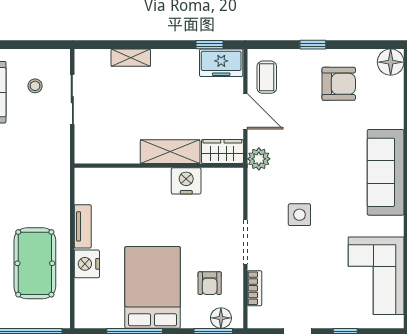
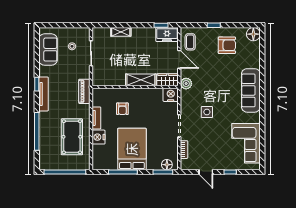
piano: (59, 174) -> (84, 91), added
nightstand: (186, 181) -> (171, 95), moved
armchair: (210, 283) -> (122, 109), moved

